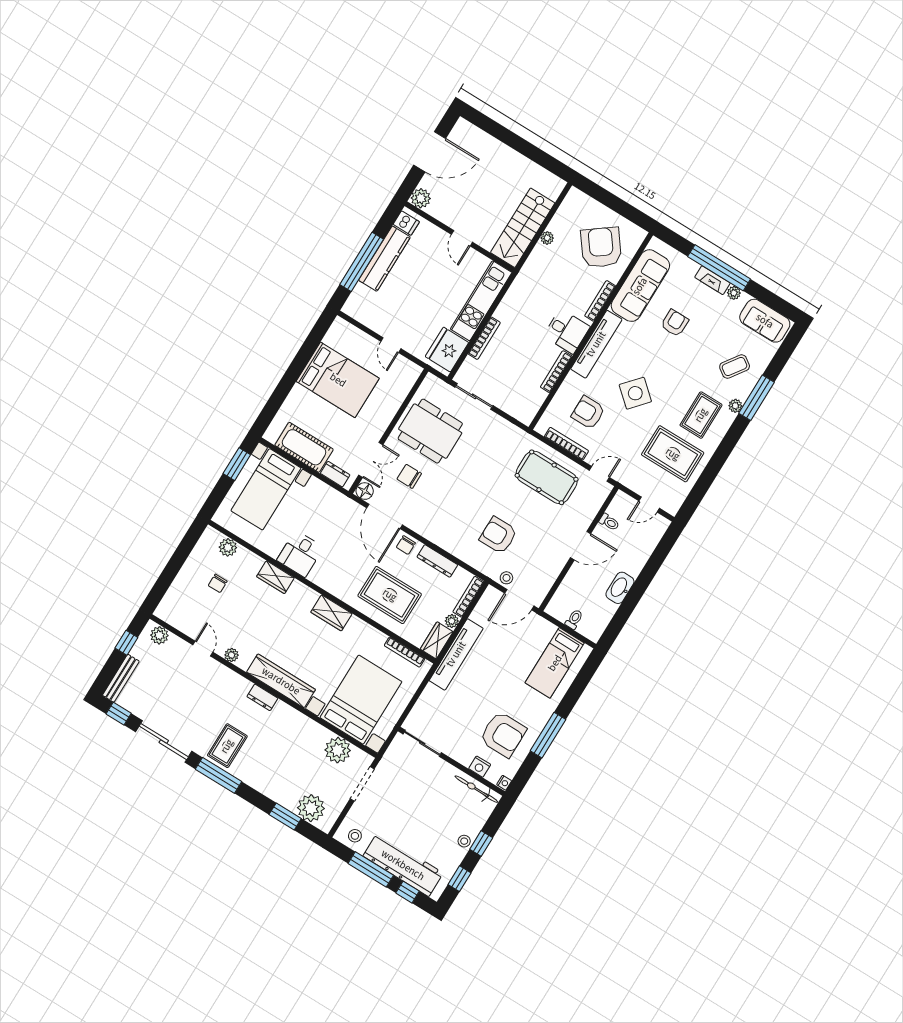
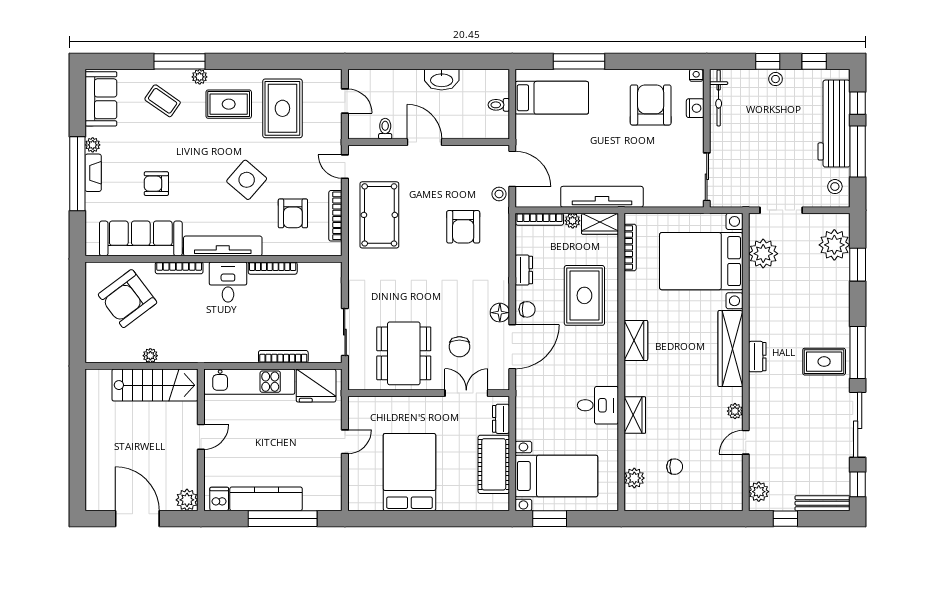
floor lamp: (365, 491) -> (500, 313), moved
dresser: (437, 561) -> (524, 270), width x0.70
window: (548, 735) -> (579, 61), moved

